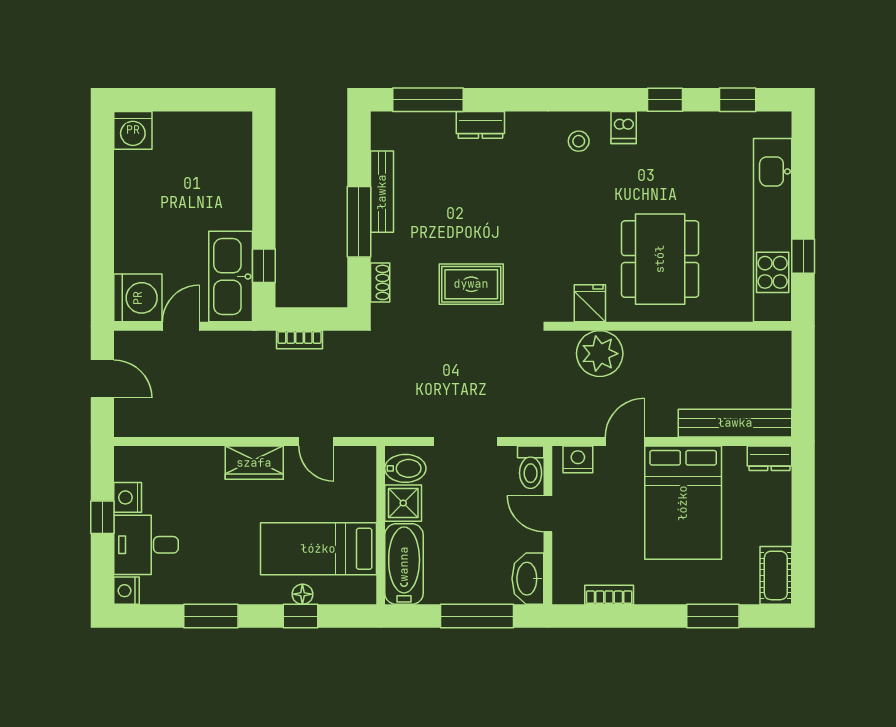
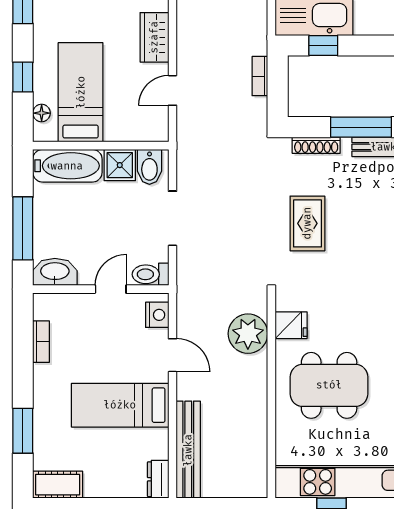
shoe rack: (380, 282) -> (316, 145), width x1.43
bed: (683, 503) -> (120, 405), width x0.67
floor lamp: (302, 594) -> (42, 113), moved

